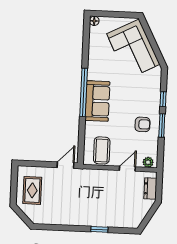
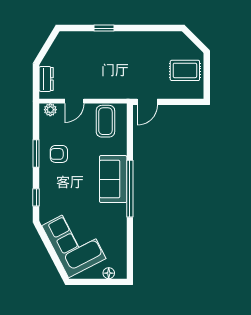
floor lamp: (94, 21) -> (109, 273), moved
window: (163, 99) -> (36, 197), moved
rug: (32, 190) -> (185, 70), turned 90

